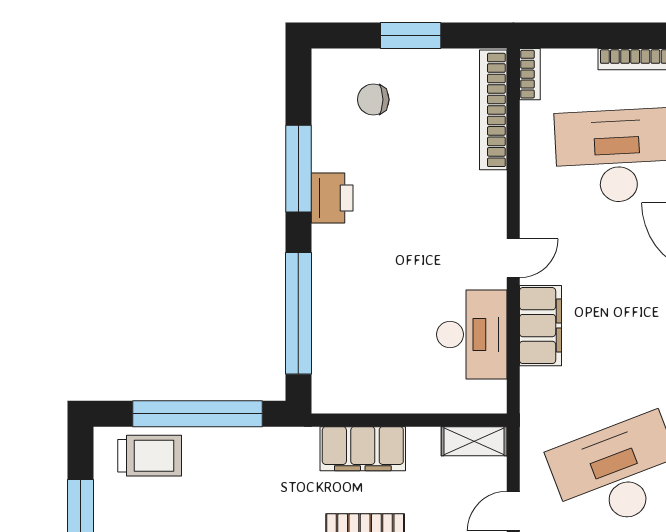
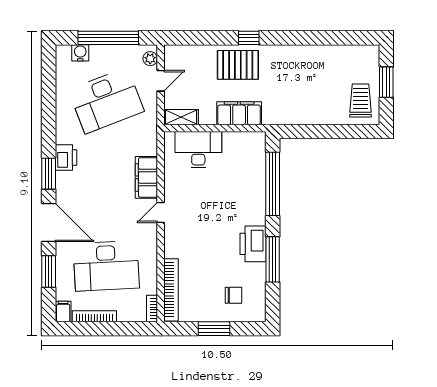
printer: (332, 198) -> (253, 244), width x1.37, depth x1.19
desk: (472, 335) -> (198, 150), moved, turned 90
window: (198, 414) -> (325, 131), removed
trolley: (150, 456) -> (361, 101), moved, turned 90

